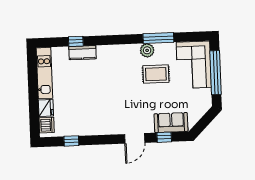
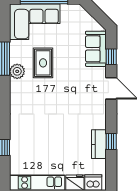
kitchen counter: (82, 53) -> (99, 144), moved, turned 180
window: (71, 141) -> (111, 142), moved

